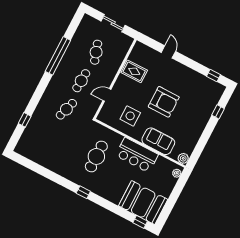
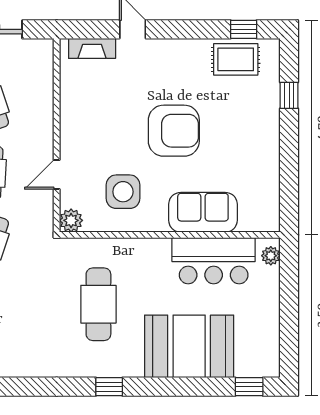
fireplace: (148, 51) -> (92, 48), added
rug: (134, 71) -> (236, 59), moved
bar counter: (137, 155) -> (214, 261), moved
plant: (183, 158) -> (71, 220), moved
booth: (143, 203) -> (189, 346), moved

